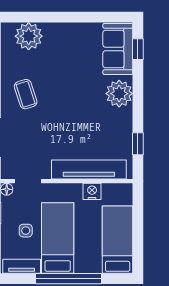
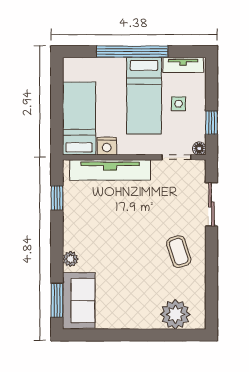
window: (138, 49) -> (57, 300), width x1.50
plant: (119, 94) -> (70, 259), width x0.53, depth x0.53
bed: (118, 240) -> (79, 118), moved, turned 180

